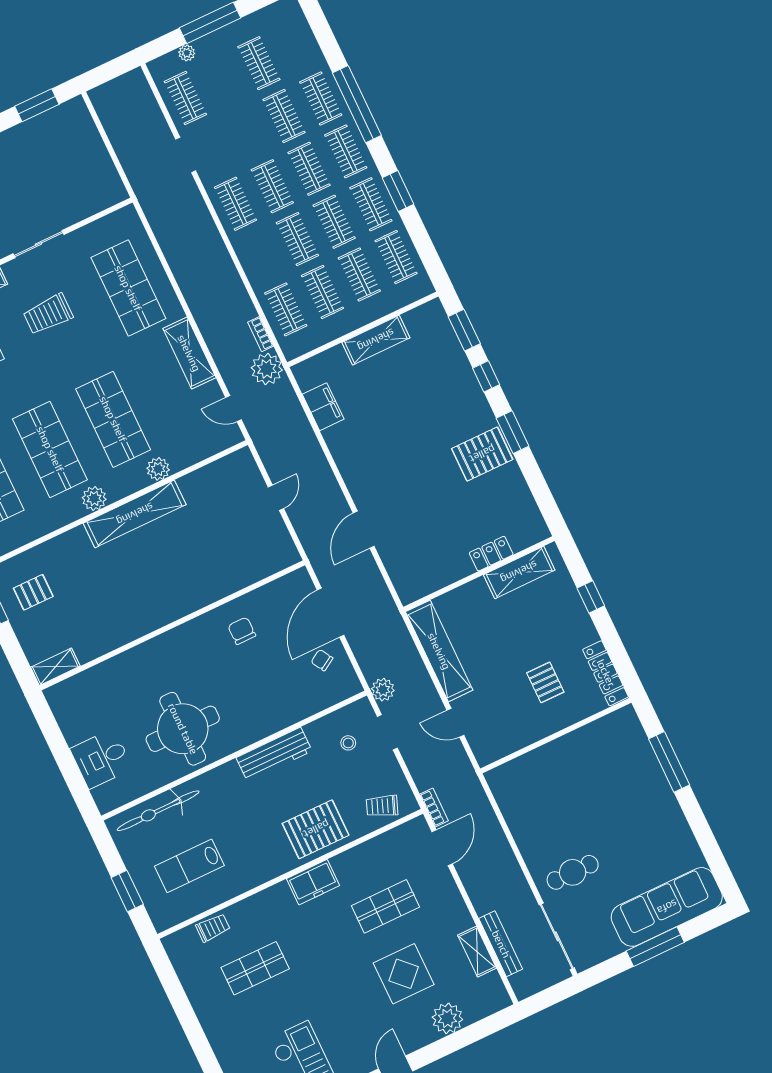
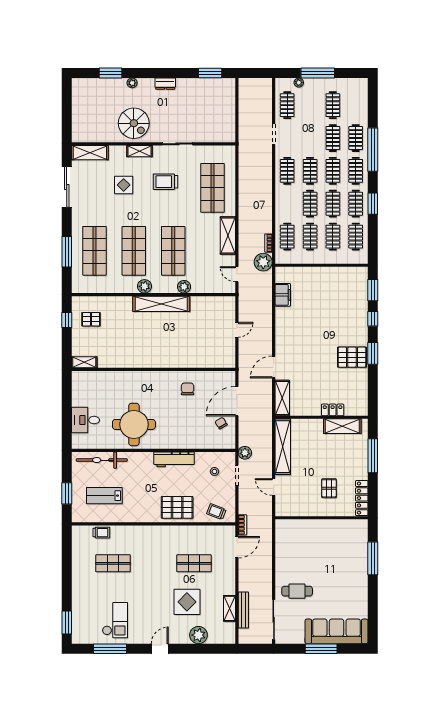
shelving: (376, 340) -> (282, 398), moved, turned 90
window: (591, 597) -> (373, 456), width x2.17
freezer: (313, 882) -> (163, 534), removed

